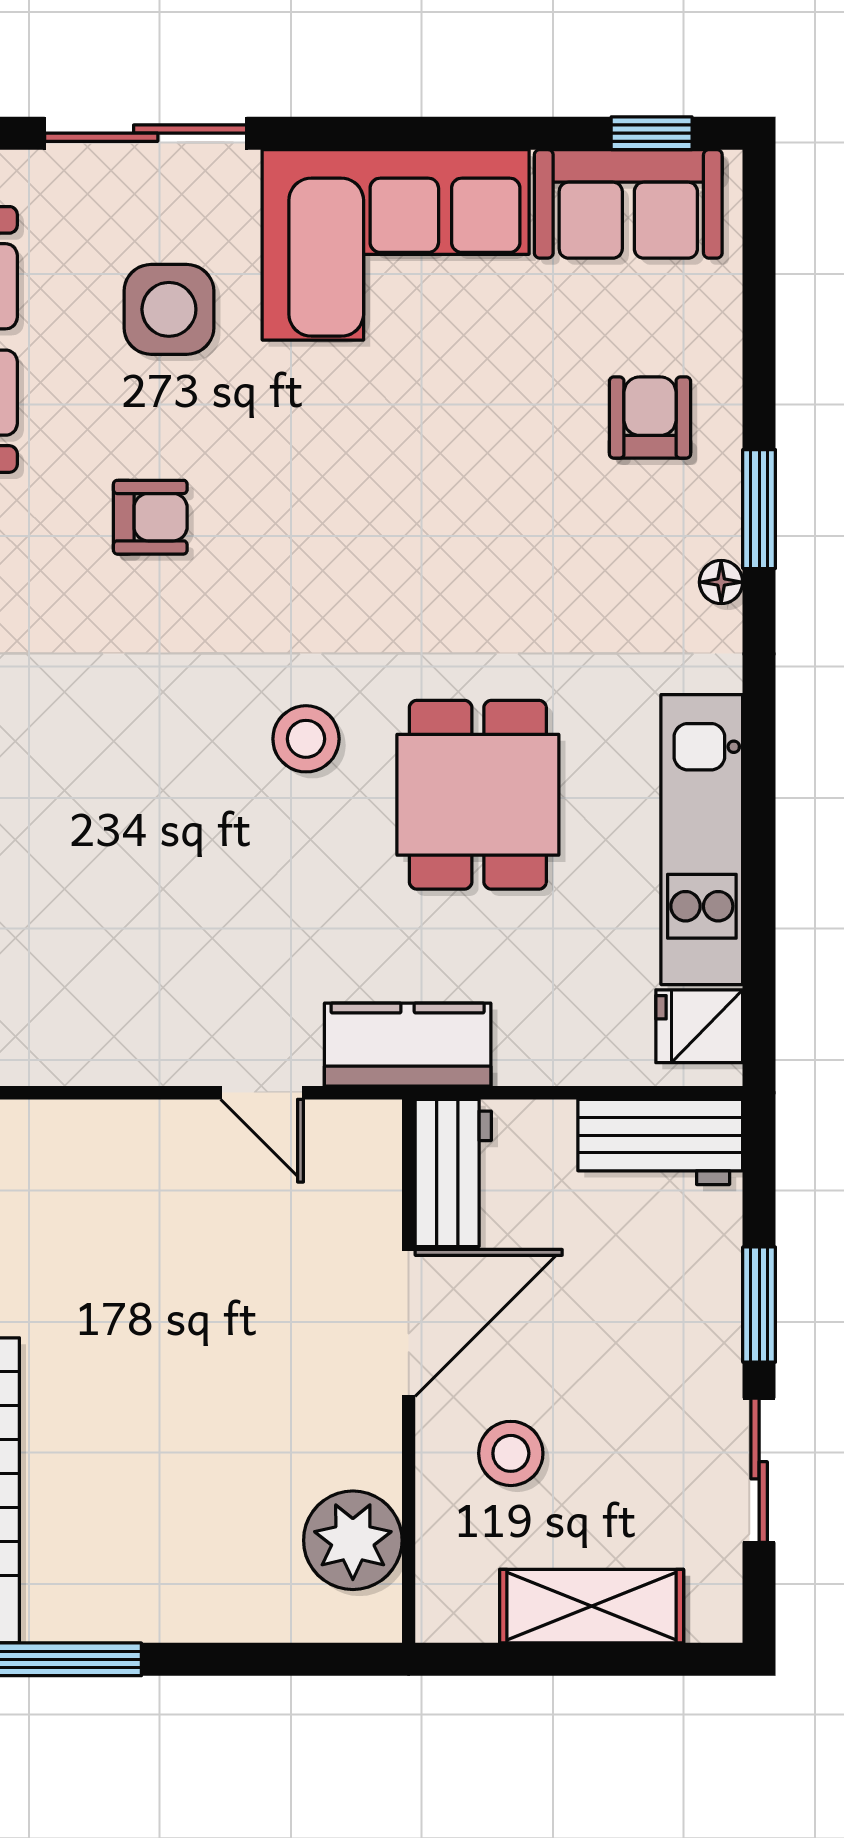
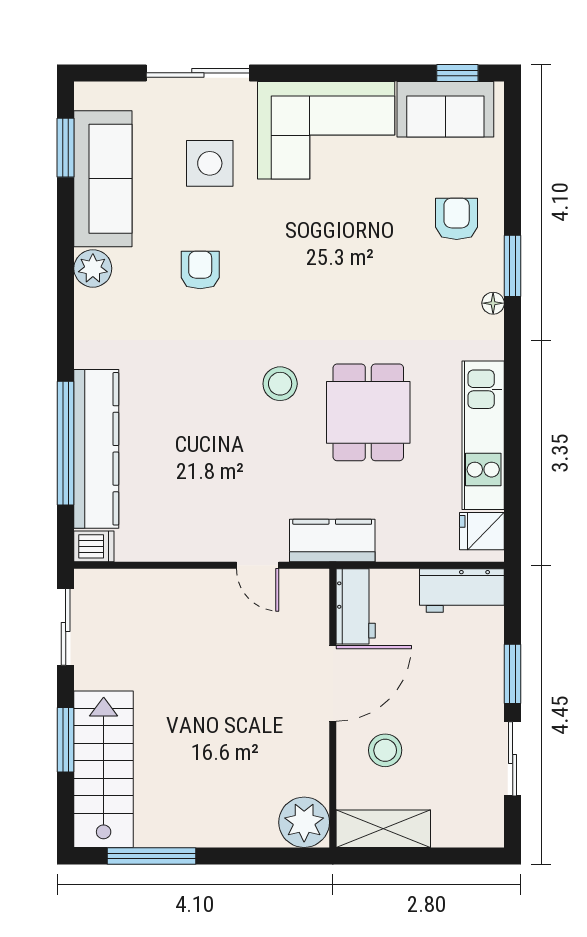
armchair: (150, 517) -> (200, 270), turned -90
plant: (353, 1540) -> (304, 822), moved
shelving: (592, 1606) -> (383, 829), moved

